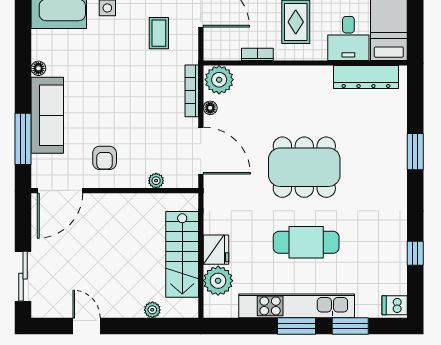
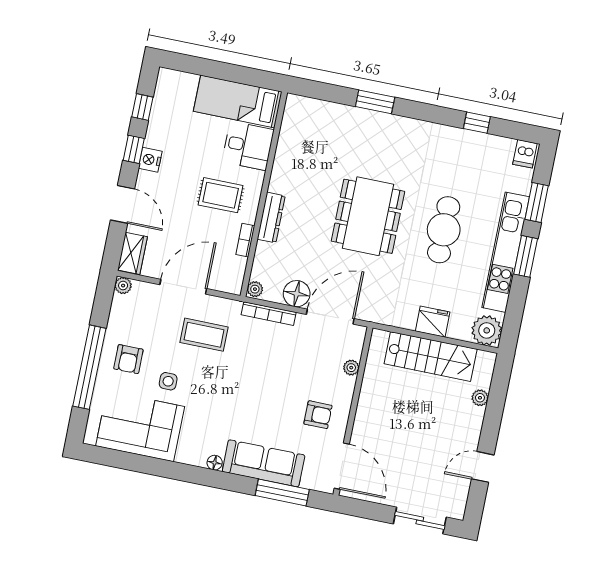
coffee table: (159, 33) -> (204, 335), width x1.36, depth x1.30
dresser: (366, 77) -> (271, 218), moved, width x0.73, depth x0.80
plant: (219, 80) -> (255, 289), width x0.53, depth x0.53
floor lamp: (210, 108) -> (297, 294), width x1.89, depth x1.89
plant: (218, 281) -> (487, 330), moved

